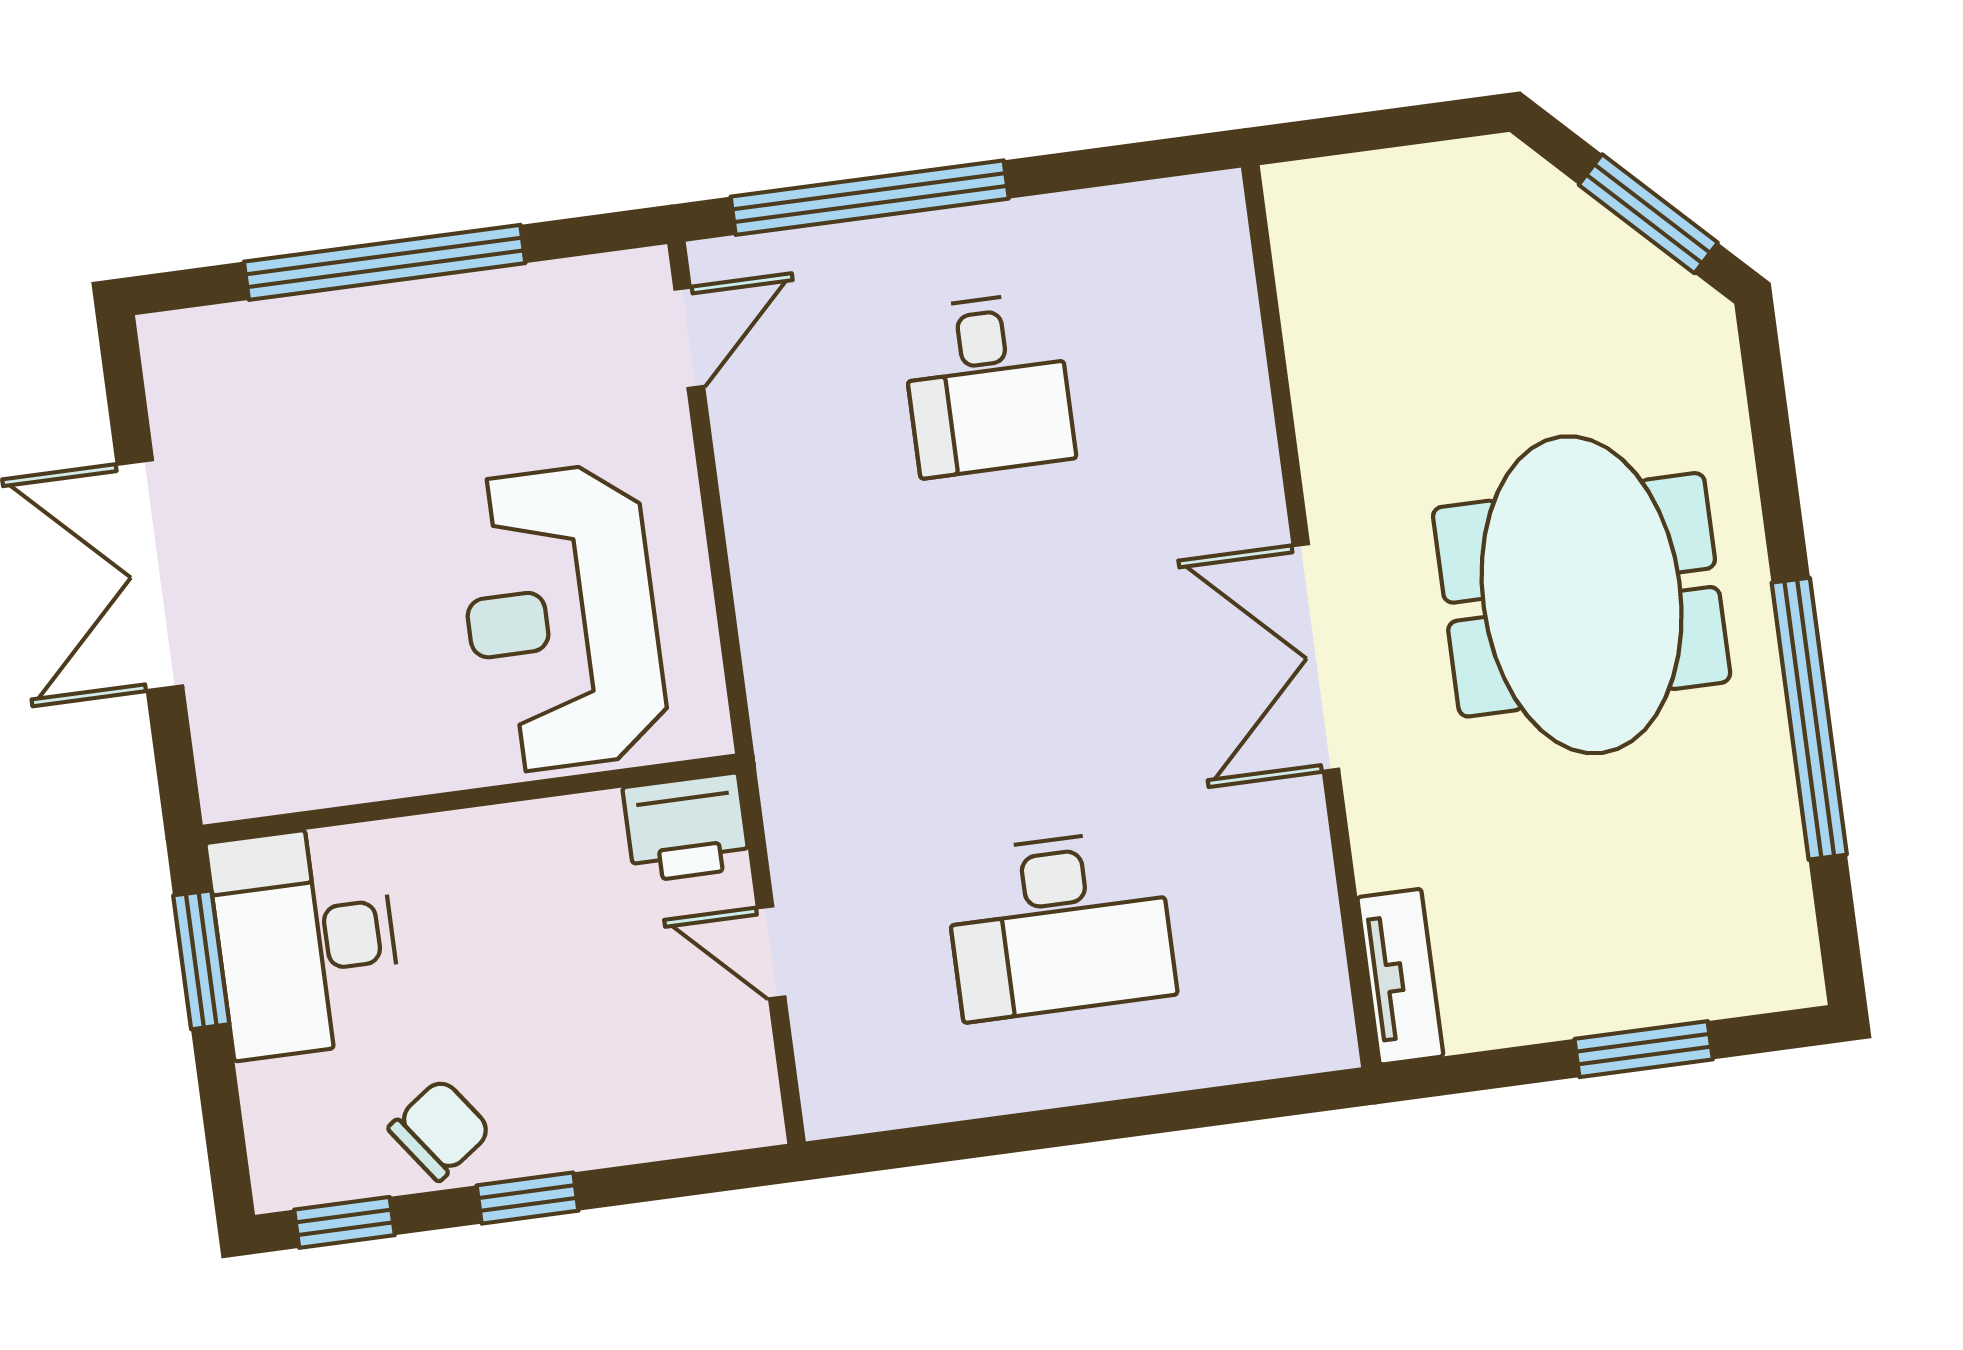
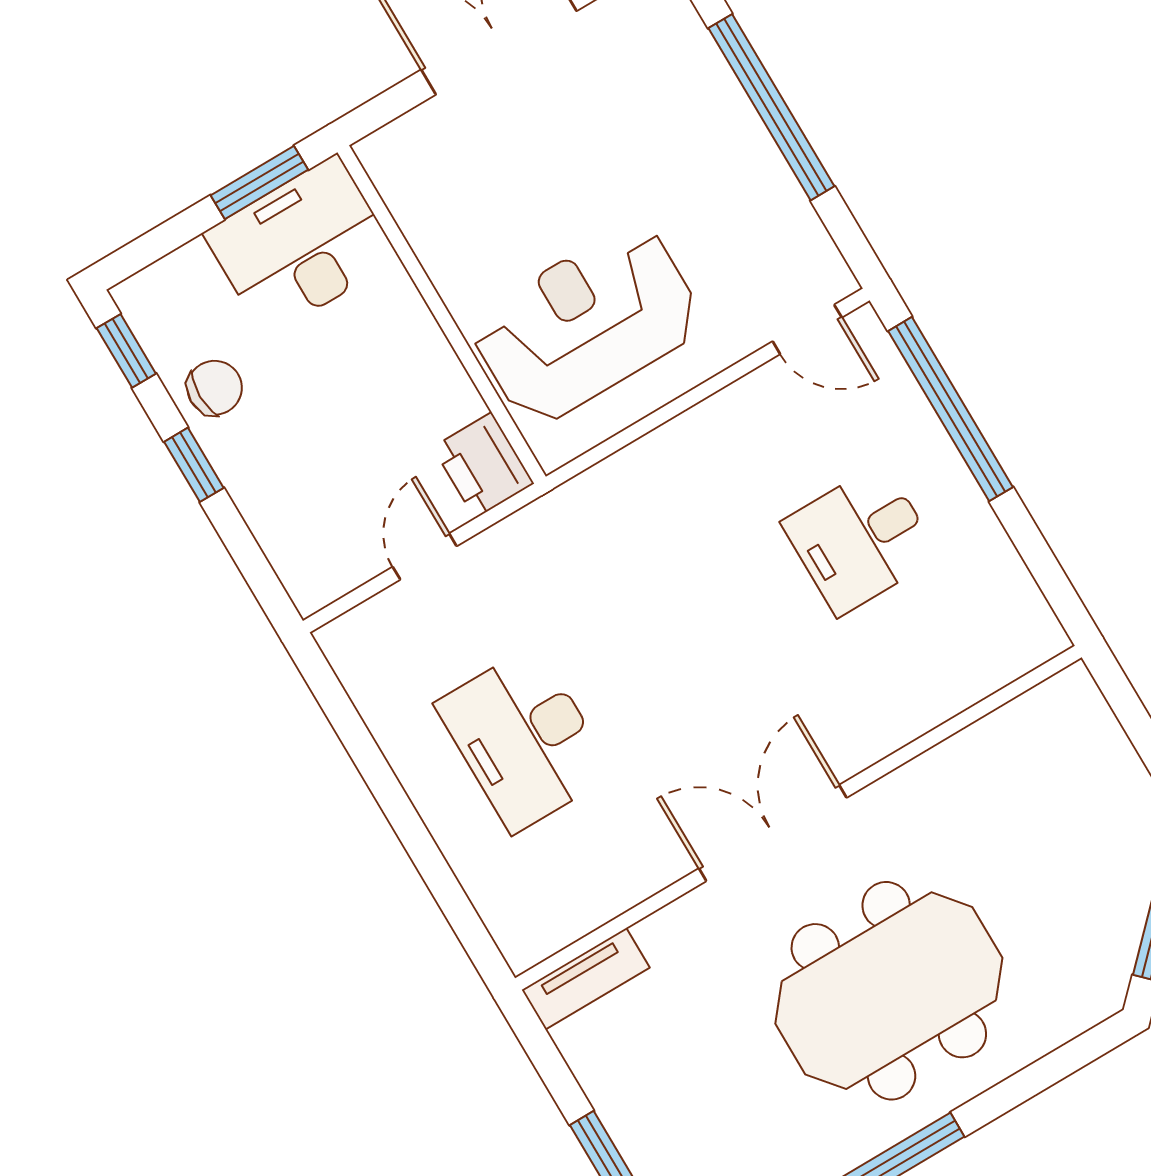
chair: (440, 1129) -> (215, 388), turned -54

